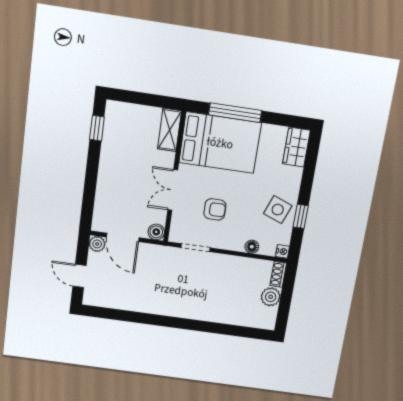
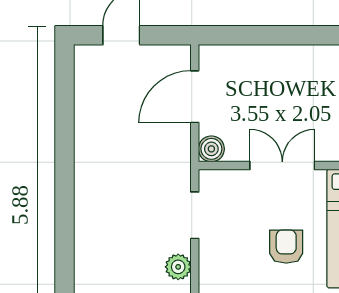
armchair: (215, 209) -> (286, 247), moved, turned 180
plant: (97, 244) -> (178, 267), moved

